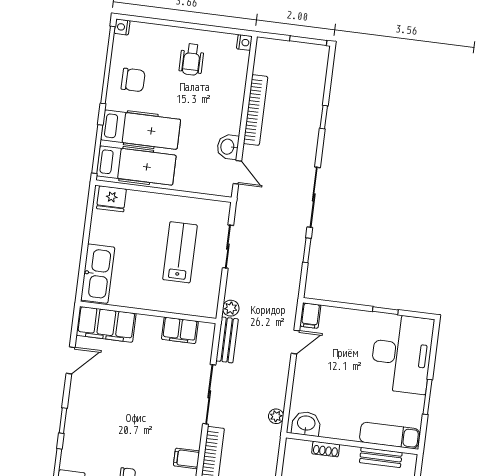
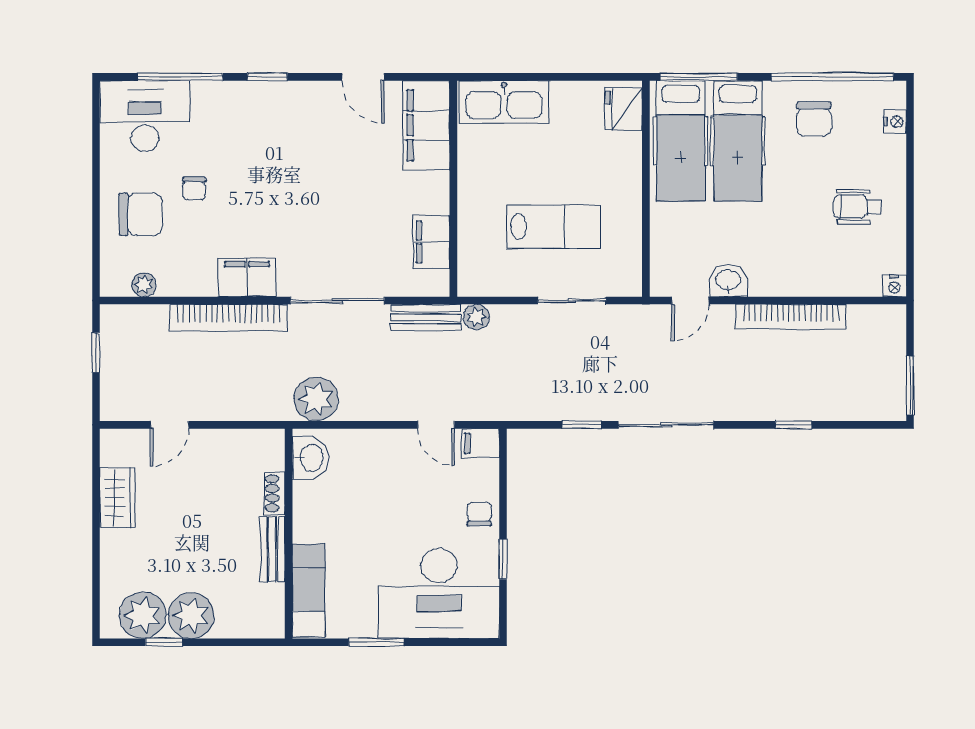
nightstand: (122, 27) -> (895, 122), moved, turned 90
chair: (355, 322) -> (479, 514), added
plant: (276, 416) -> (316, 399), width x1.87, depth x1.87
bench: (381, 457) -> (273, 549), moved
filing cabinet: (187, 458) -> (247, 278), width x2.00

